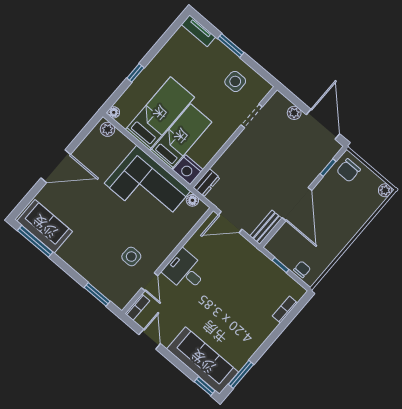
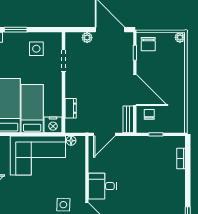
dresser: (207, 183) -> (71, 108), moved
chair: (302, 269) -> (149, 114), moved

